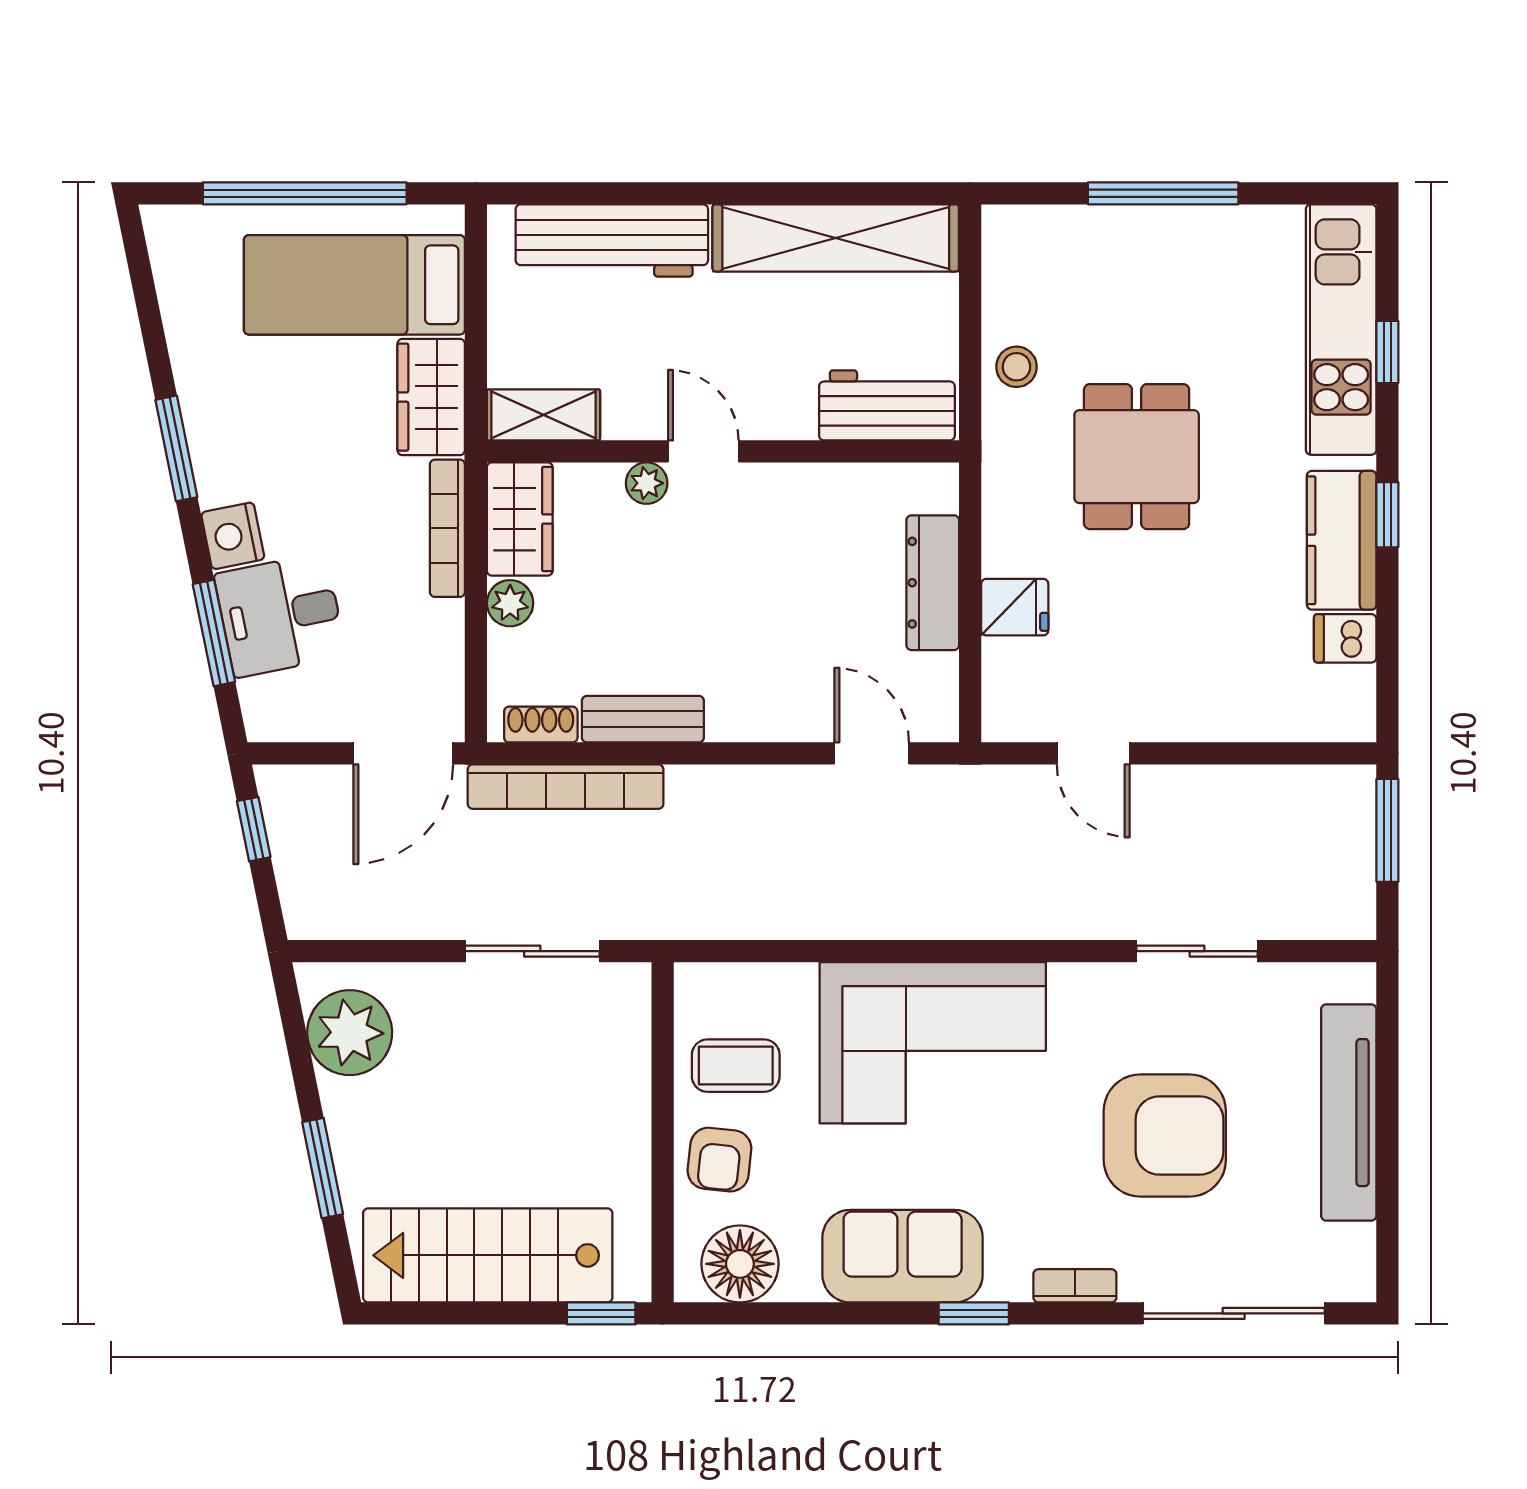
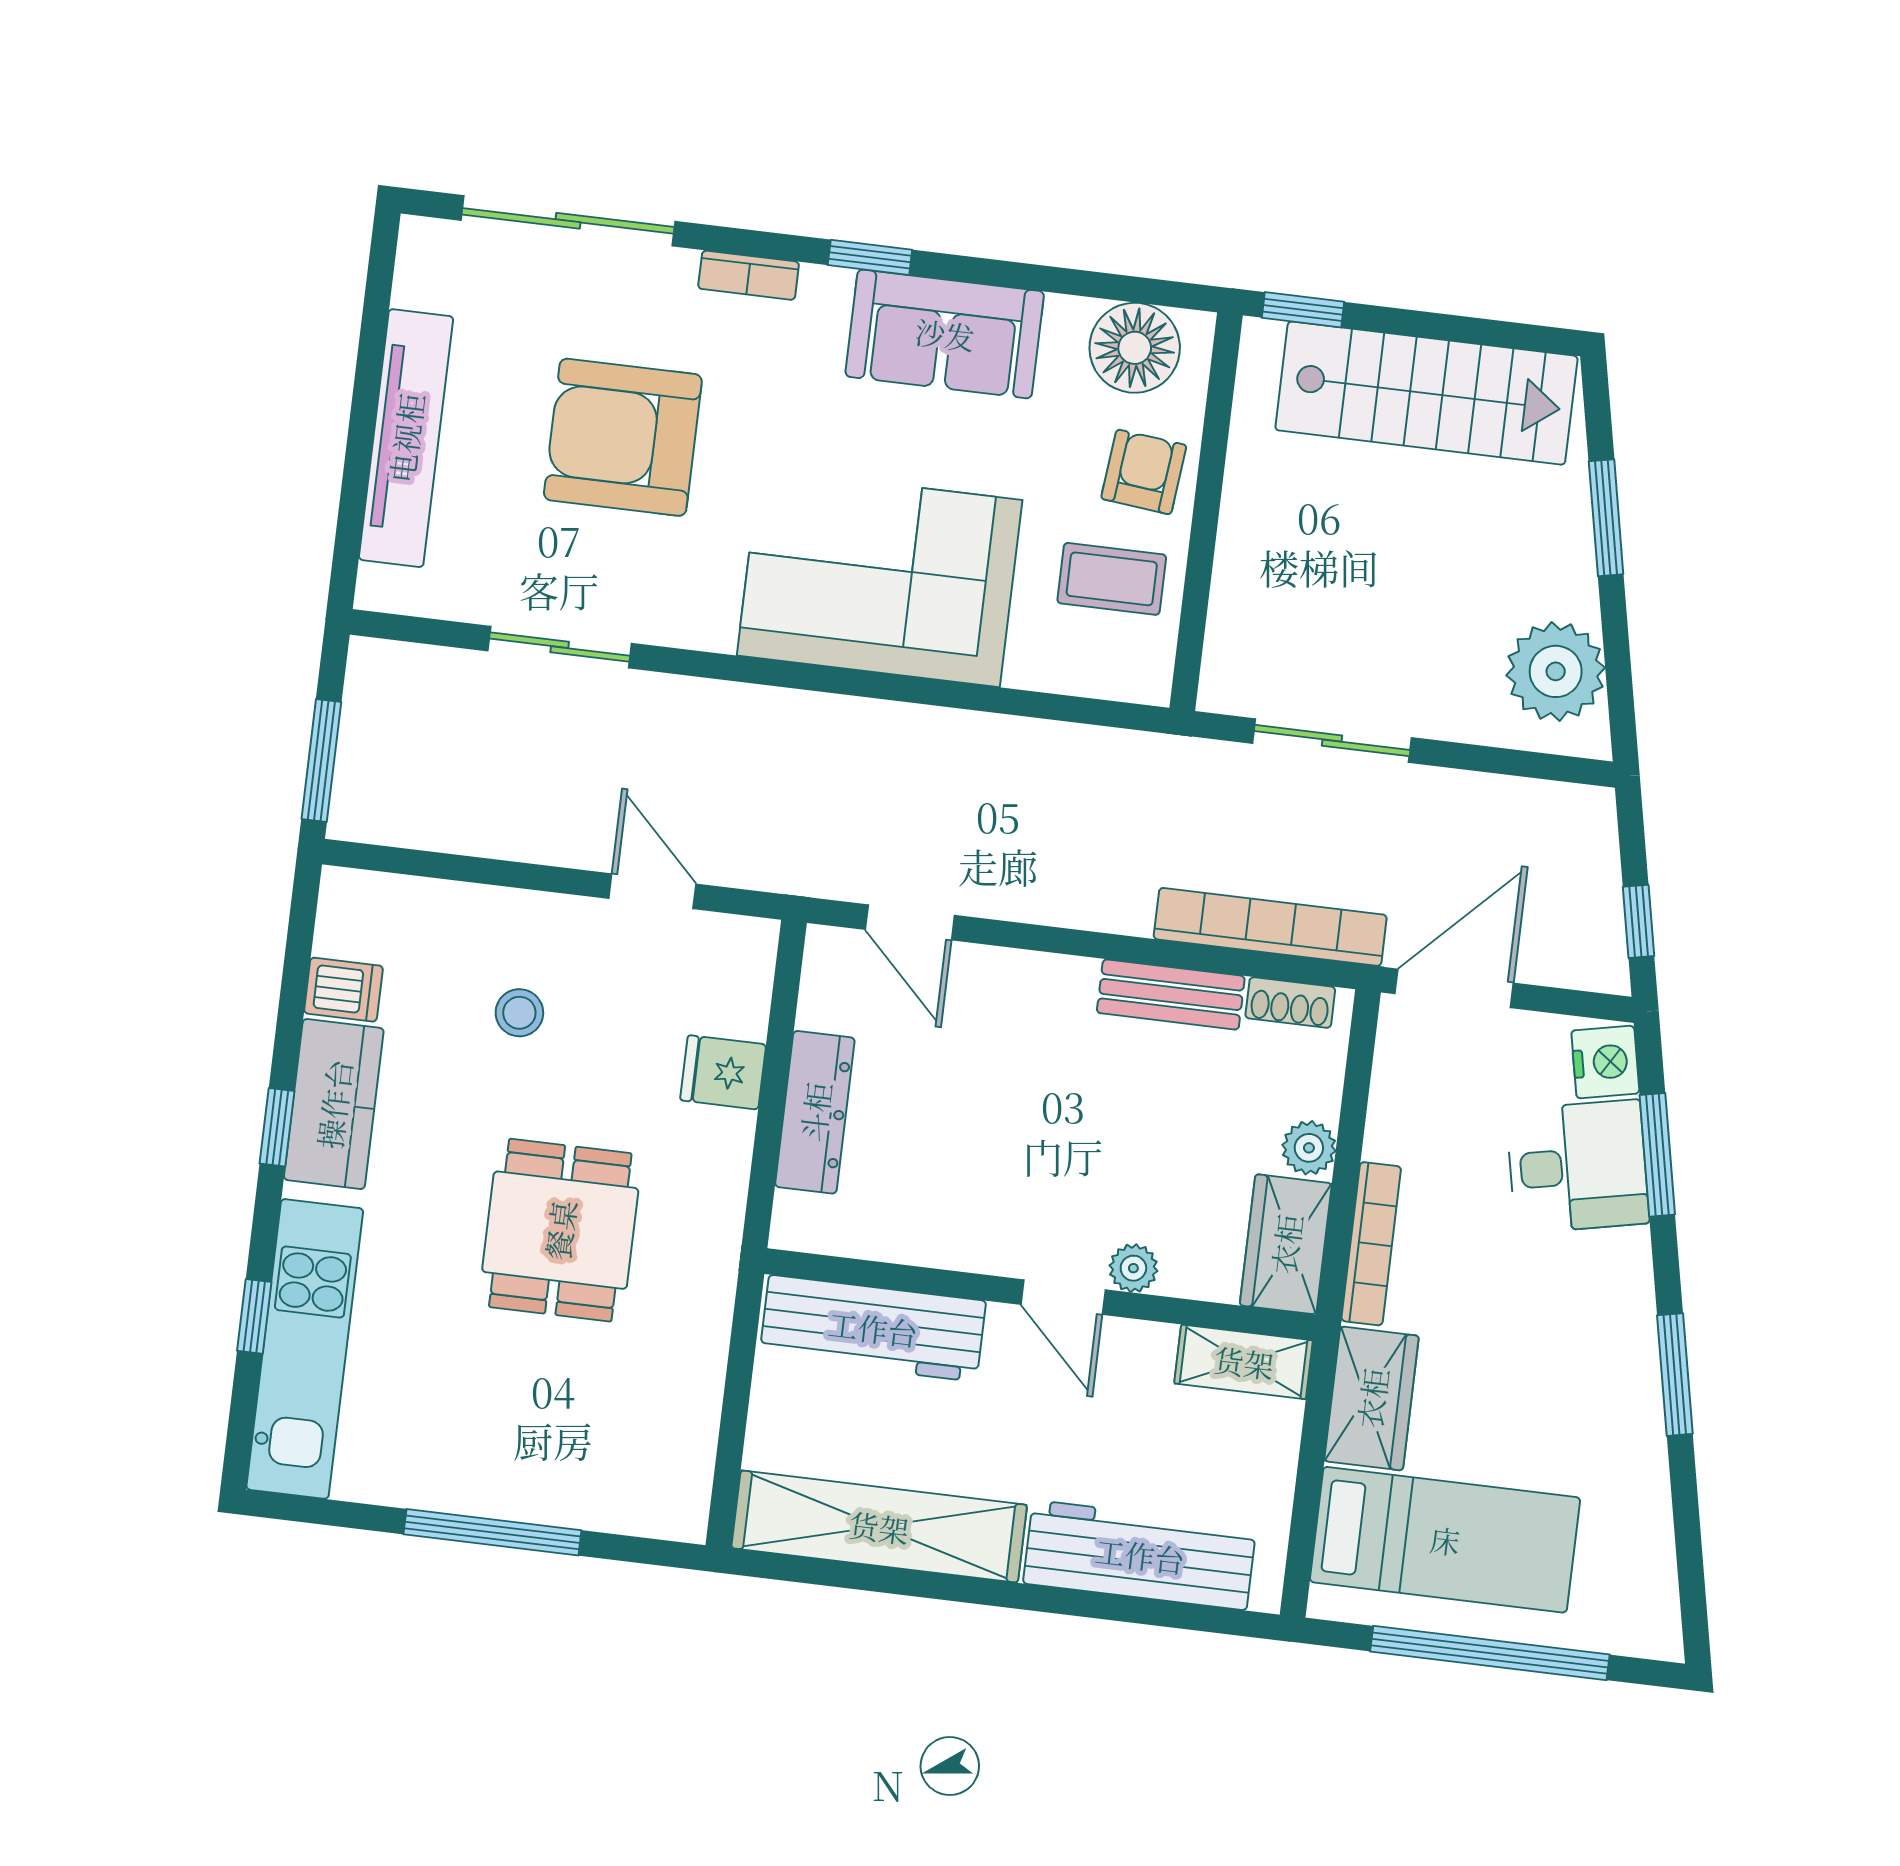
stool: (1016, 367) -> (519, 1013), moved
workbench: (887, 405) -> (873, 1328), width x1.38
nightstand: (233, 536) -> (1605, 1062), moved

